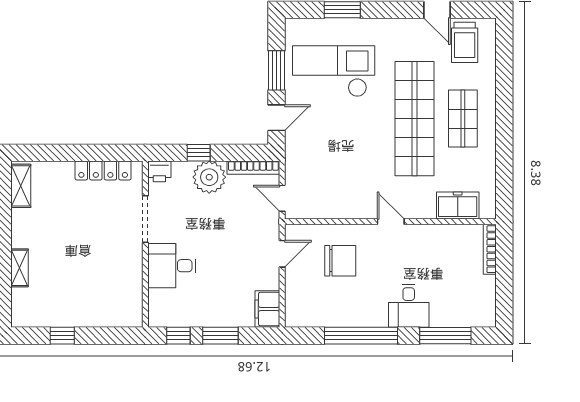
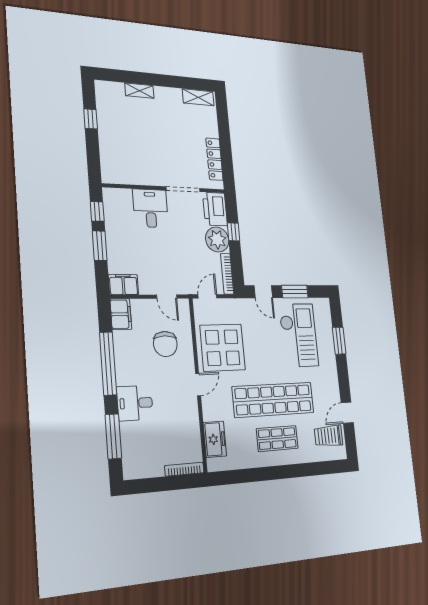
printer: (159, 171) -> (215, 209), width x1.87, depth x1.48
display table: (347, 184) -> (223, 348), added
filing cabinet: (303, 315) -> (121, 314), added

